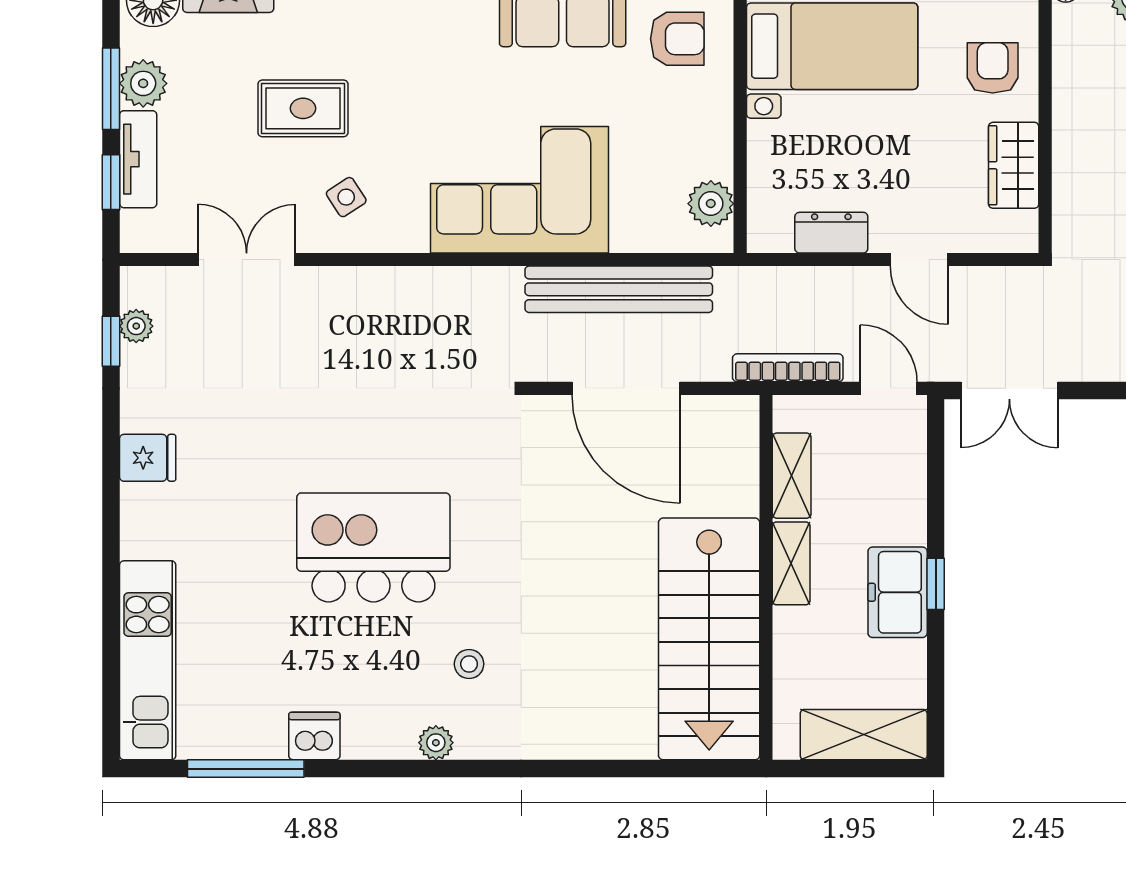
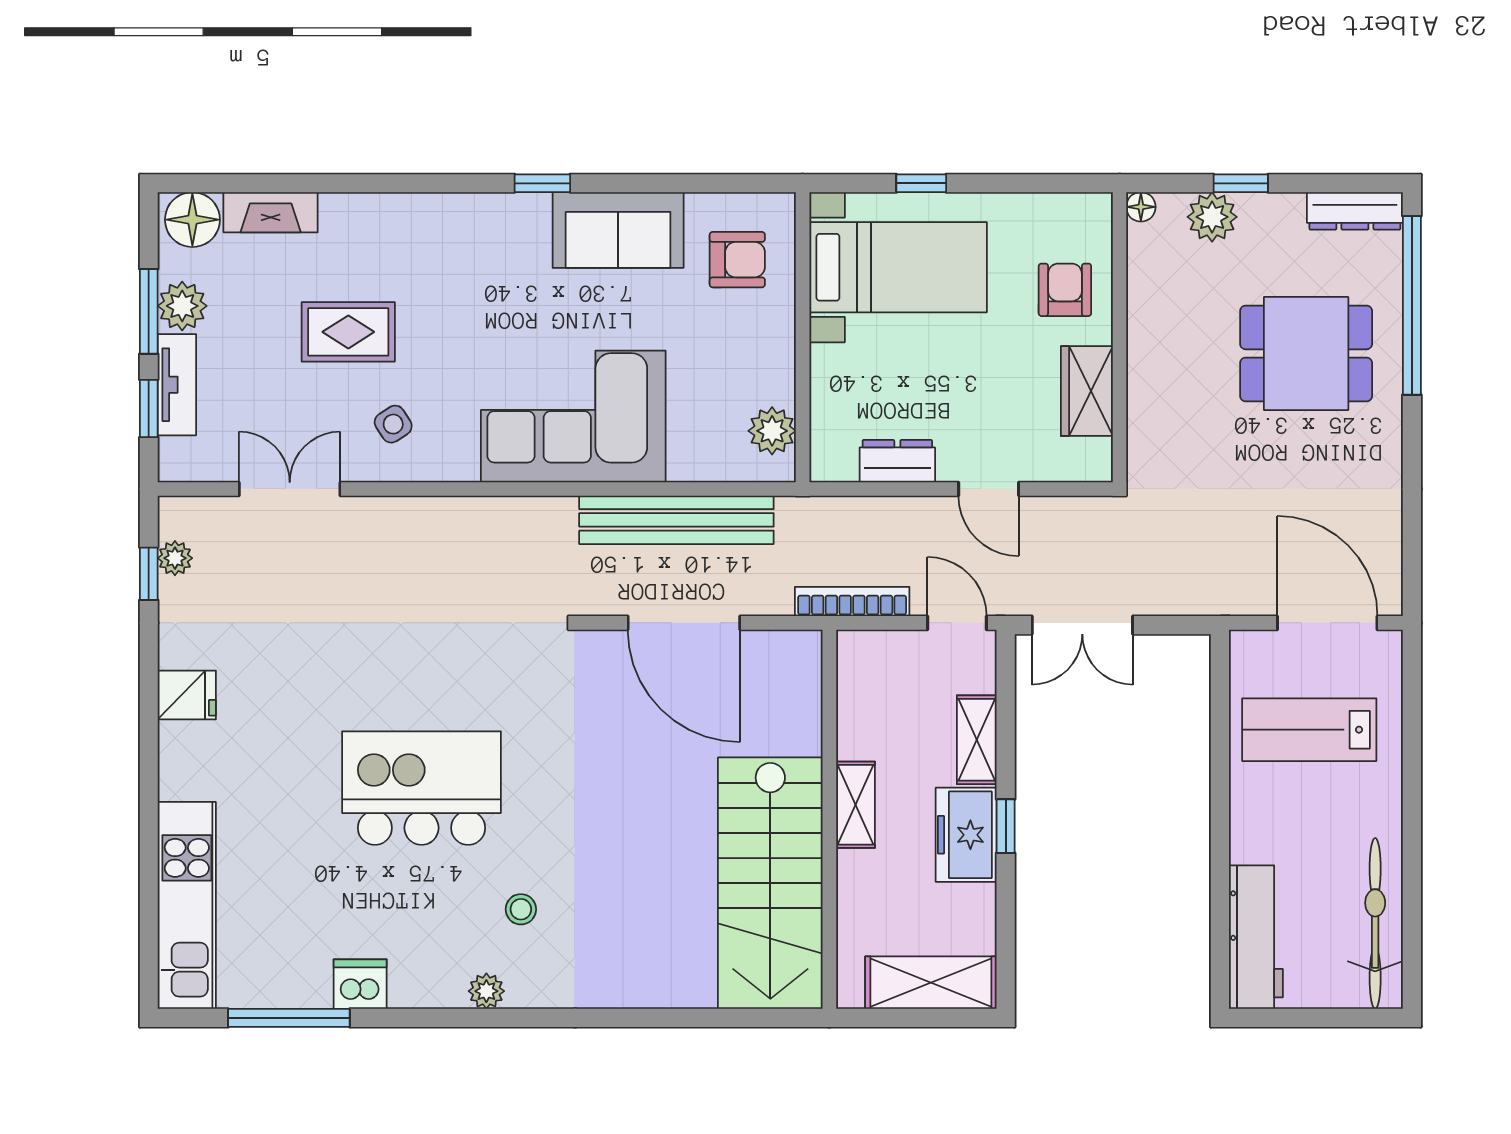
shelving: (792, 476) -> (977, 740), moved

